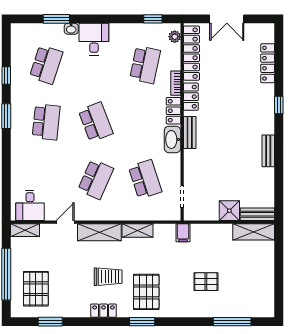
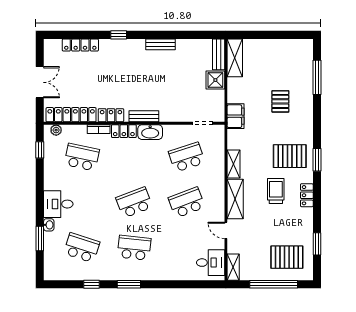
school desk: (96, 179) -> (187, 202), turned -45
filing cabinet: (183, 233) -> (236, 116), width x2.00

